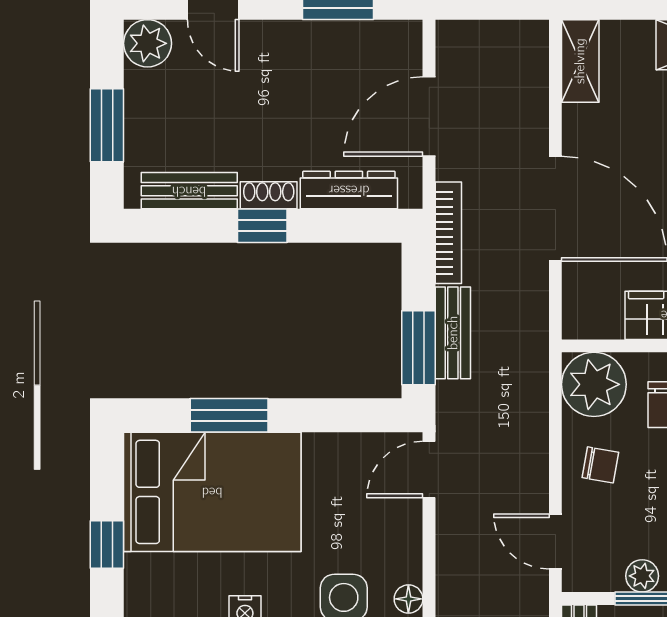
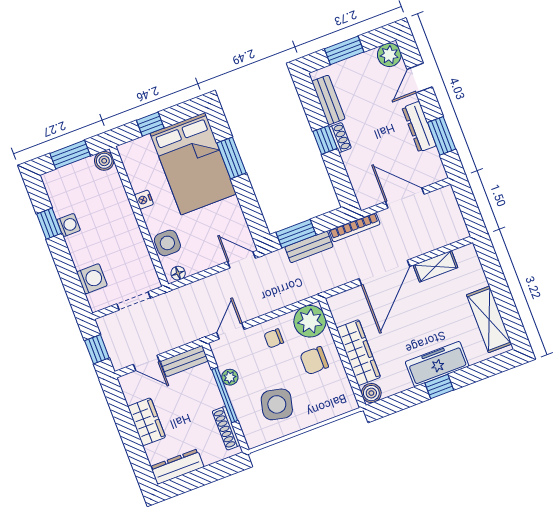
shelving: (580, 61) -> (435, 266), moved
dresser: (349, 190) -> (419, 127), moved, turned 180
chair: (600, 465) -> (274, 338), turned 80

